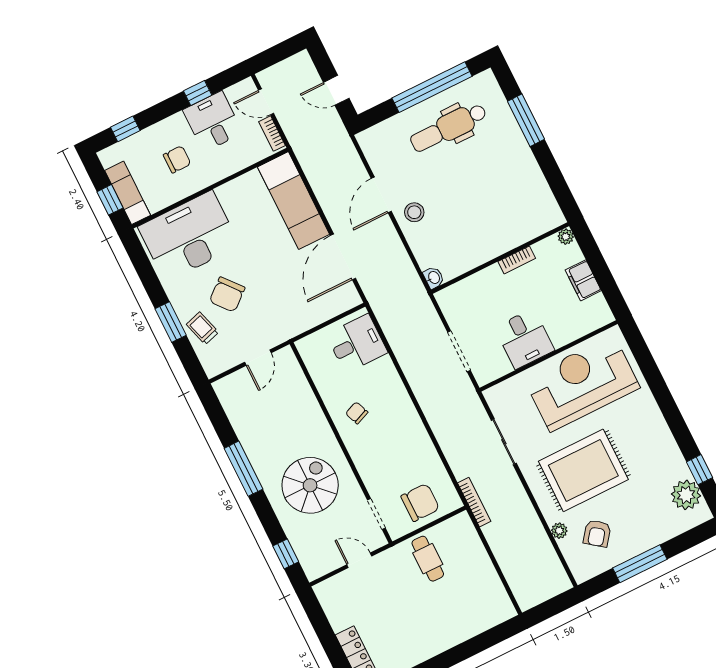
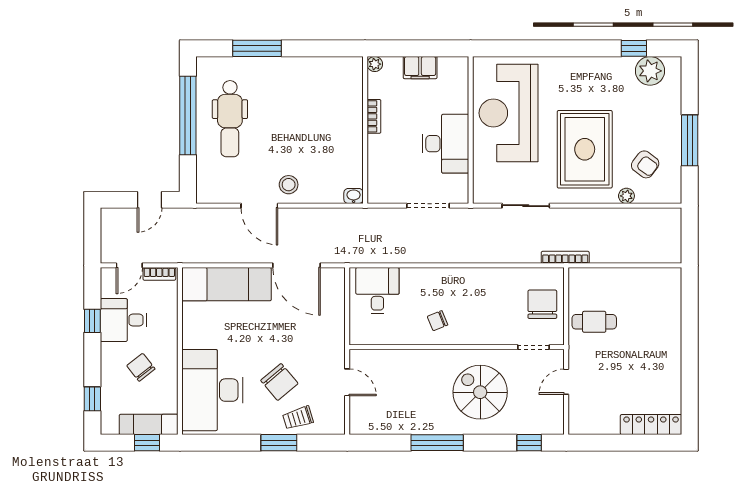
chair: (177, 159) -> (141, 367), turned -38
desk: (524, 339) -> (445, 144), width x1.37

